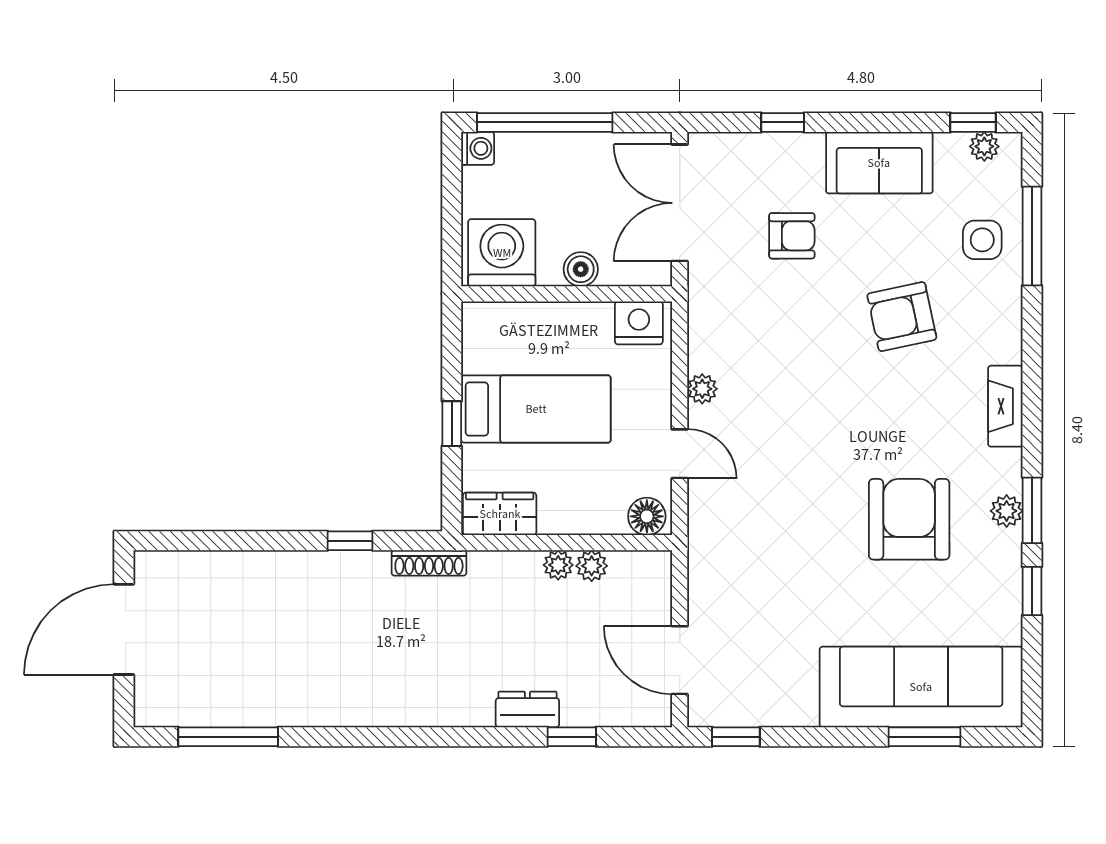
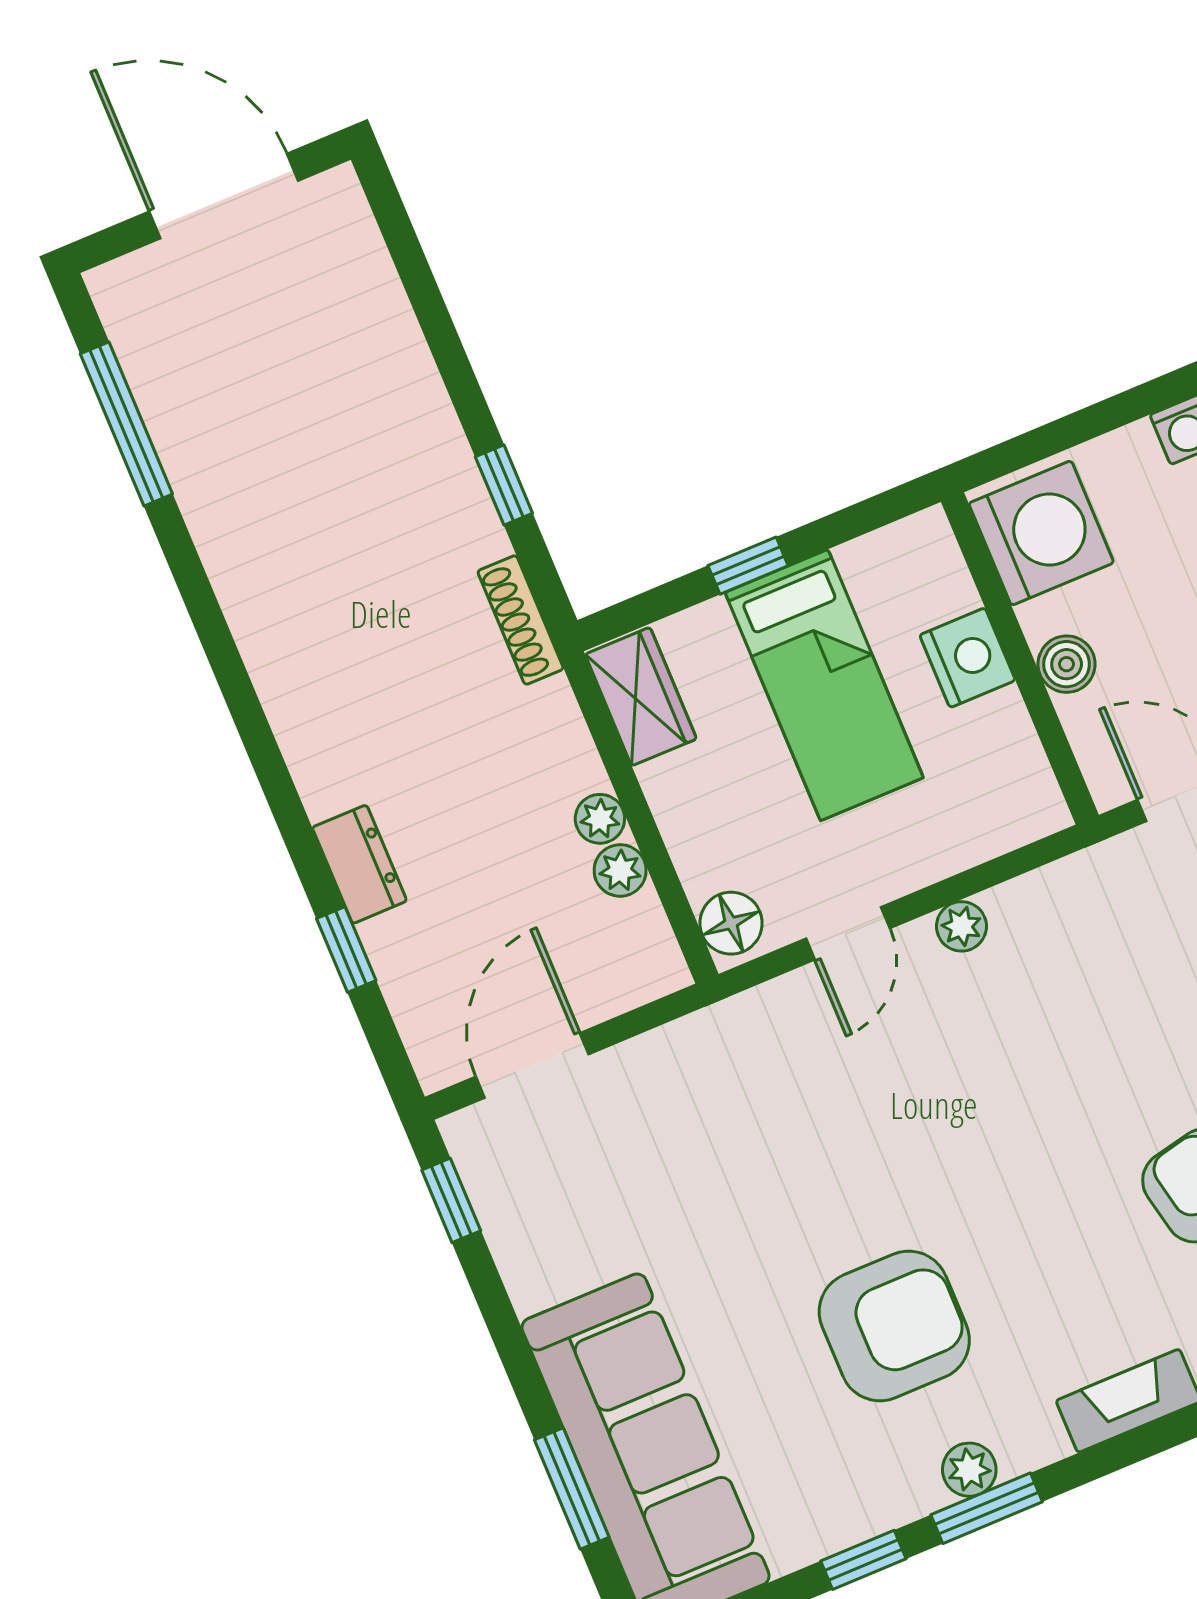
nightstand: (639, 323) -> (967, 658), moved

